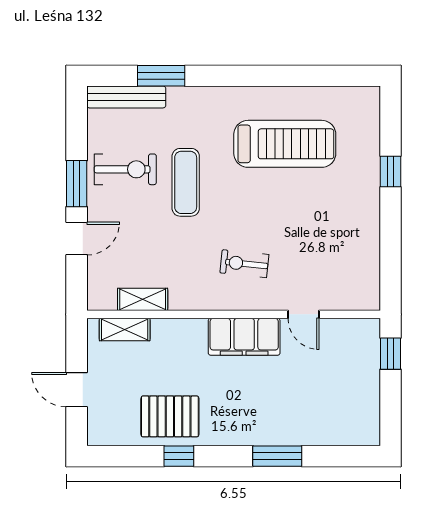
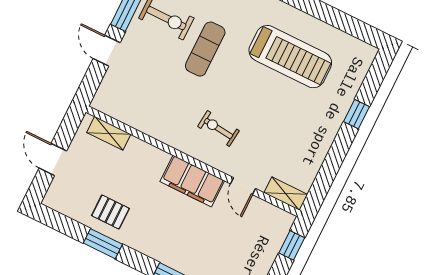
door: (77, 239) -> (107, 51), swing flipped
shelving: (143, 299) -> (286, 194), moved
pallet: (170, 416) -> (110, 212), width x0.67, depth x0.71
window: (179, 456) -> (103, 244), width x1.50

